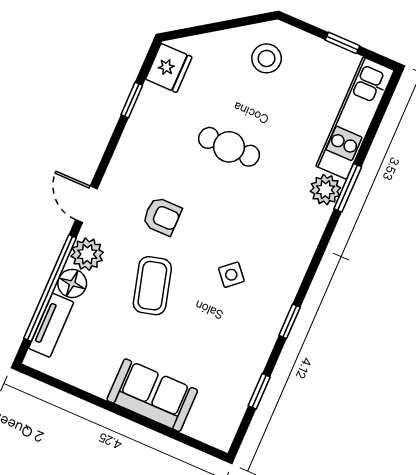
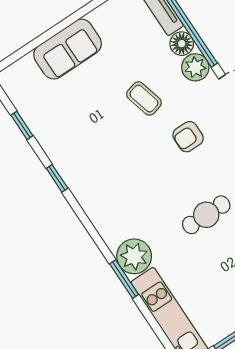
plant: (325, 190) -> (134, 256), width x1.36, depth x1.36
side table: (231, 275) -> (116, 159), removed
coffee table: (152, 286) -> (144, 99), width x0.73, depth x0.77

